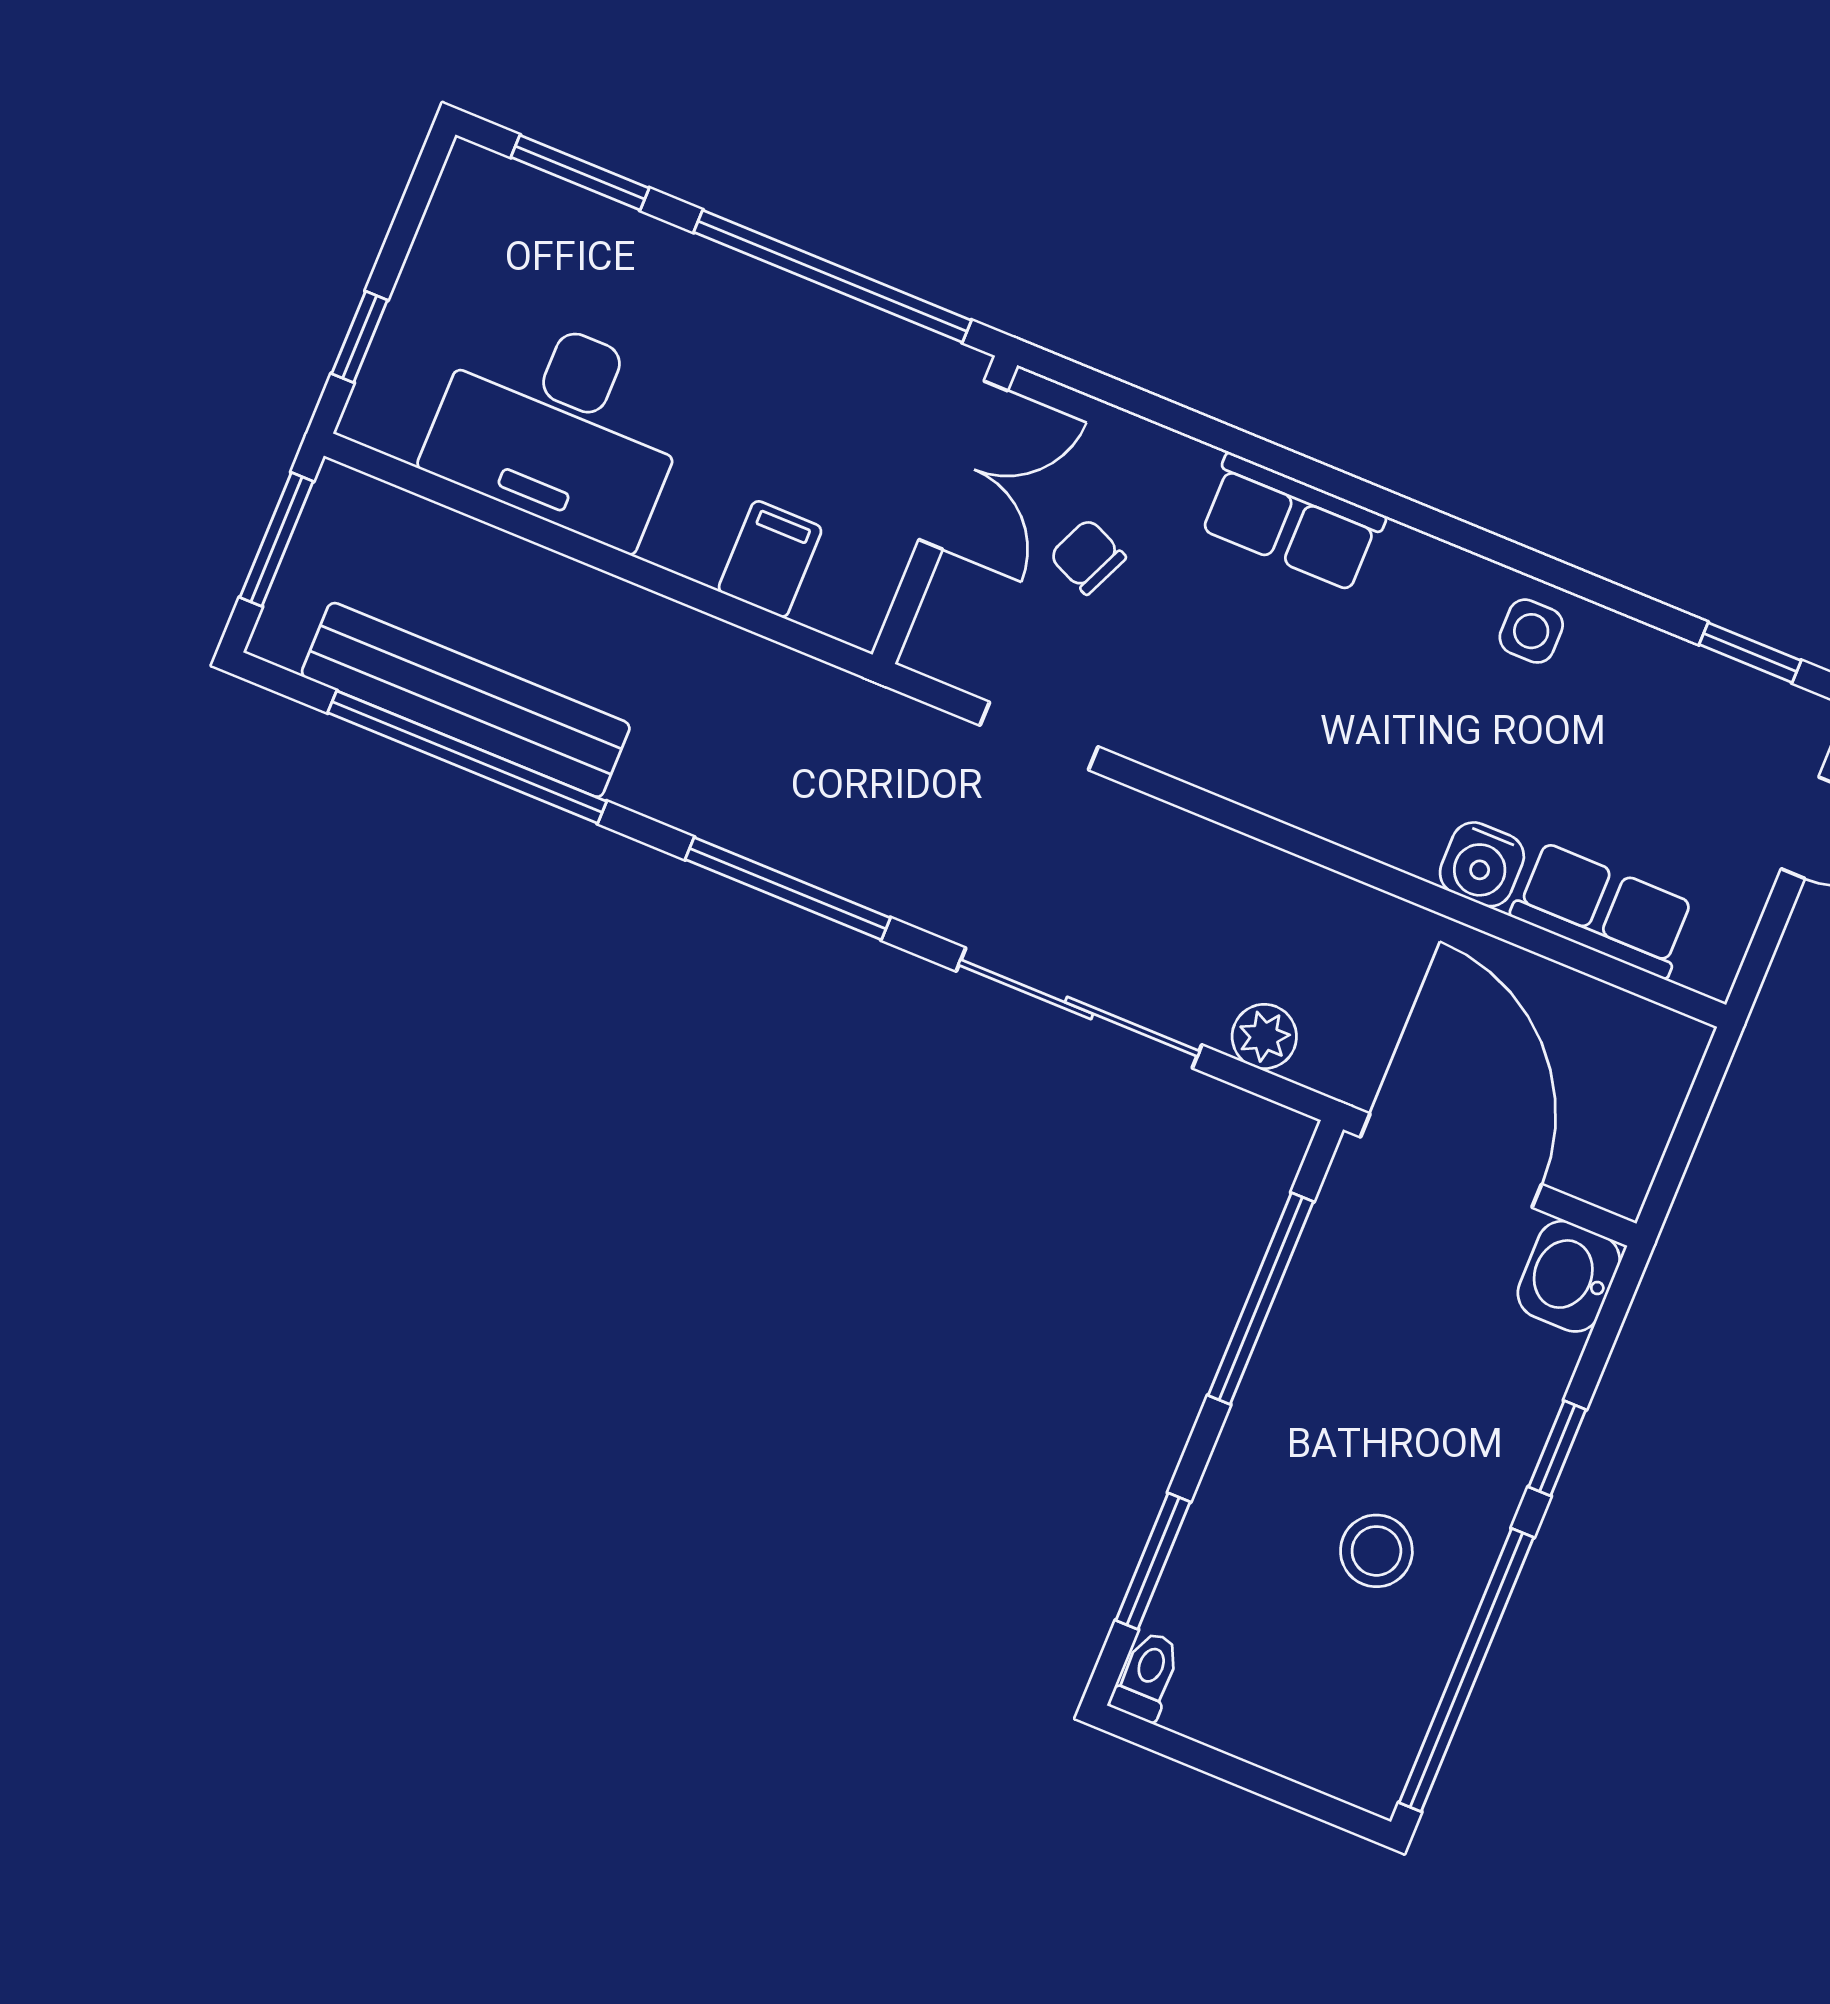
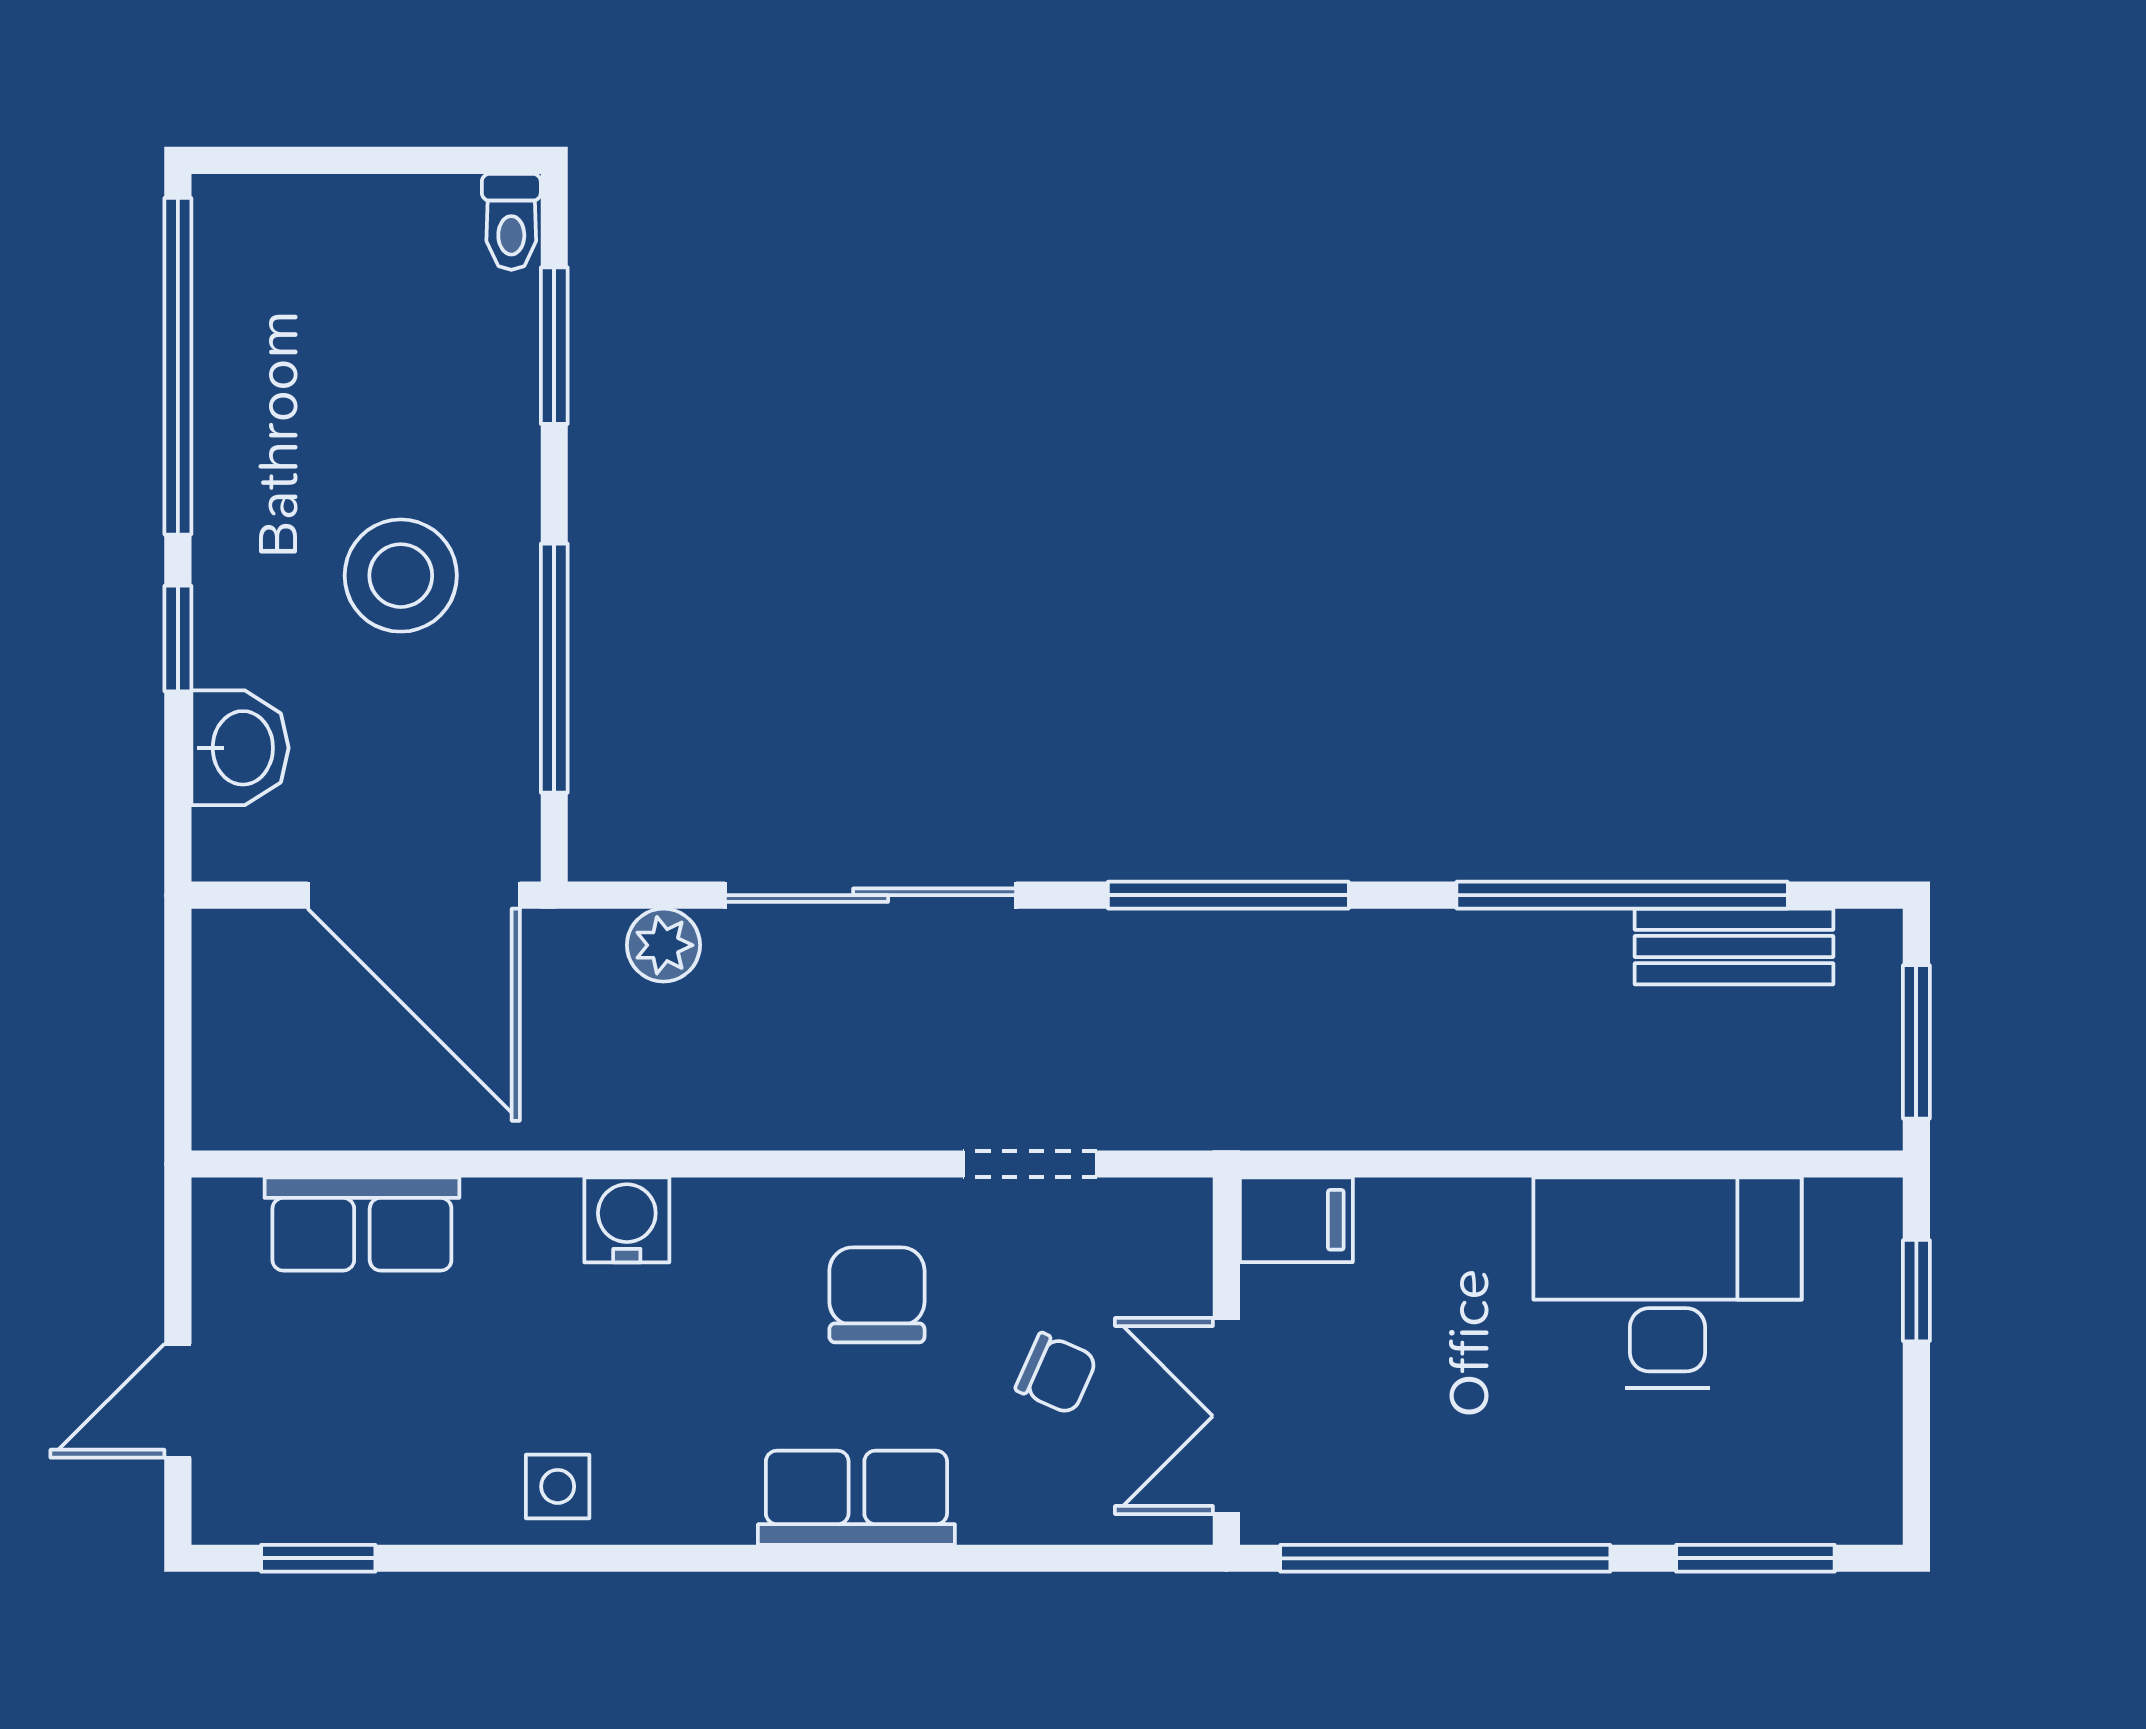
filing cabinet: (770, 559) -> (1296, 1220), moved, turned -90
chair: (1207, 680) -> (877, 1295), added
bench: (466, 700) -> (1734, 947), width x0.54, depth x0.82
water cooler: (1482, 864) -> (627, 1220), moved
washbasin: (1569, 1276) -> (240, 748), moved
stool: (1376, 1551) -> (401, 576), moved, width x1.38, depth x1.38

